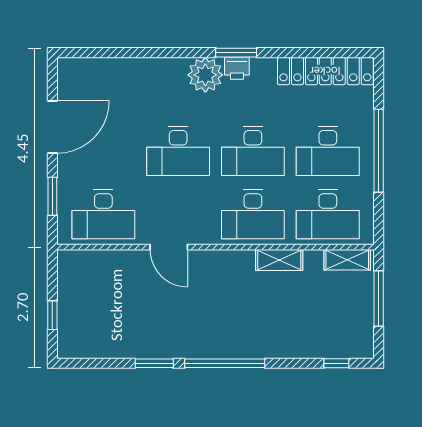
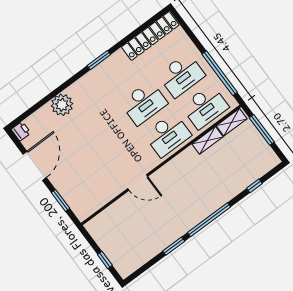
printer: (237, 68) -> (21, 131), moved, turned -90
plant: (205, 75) -> (62, 105), moved
desk: (178, 151) -> (106, 131), removed
window: (379, 151) -> (220, 73), moved
desk: (103, 214) -> (93, 190), removed
shelving: (279, 260) -> (207, 140), moved
window: (336, 363) -> (254, 186), moved

